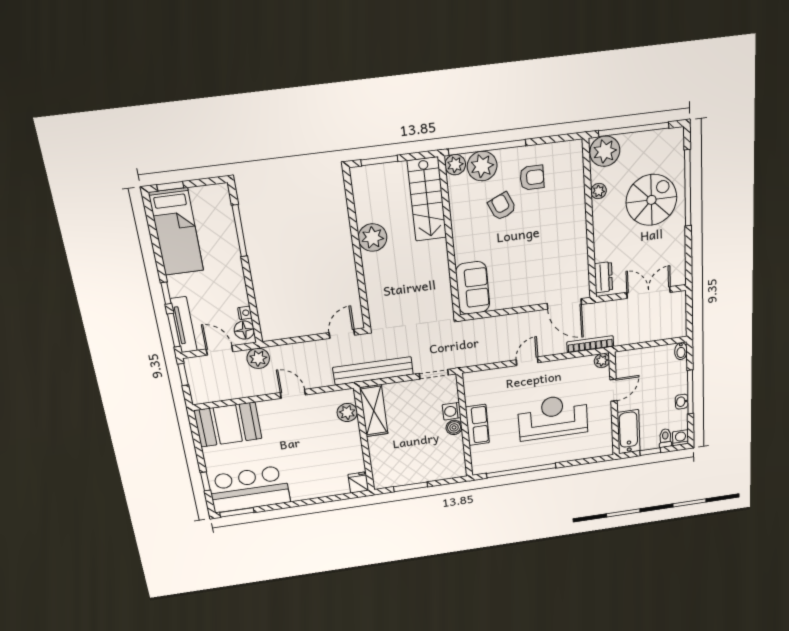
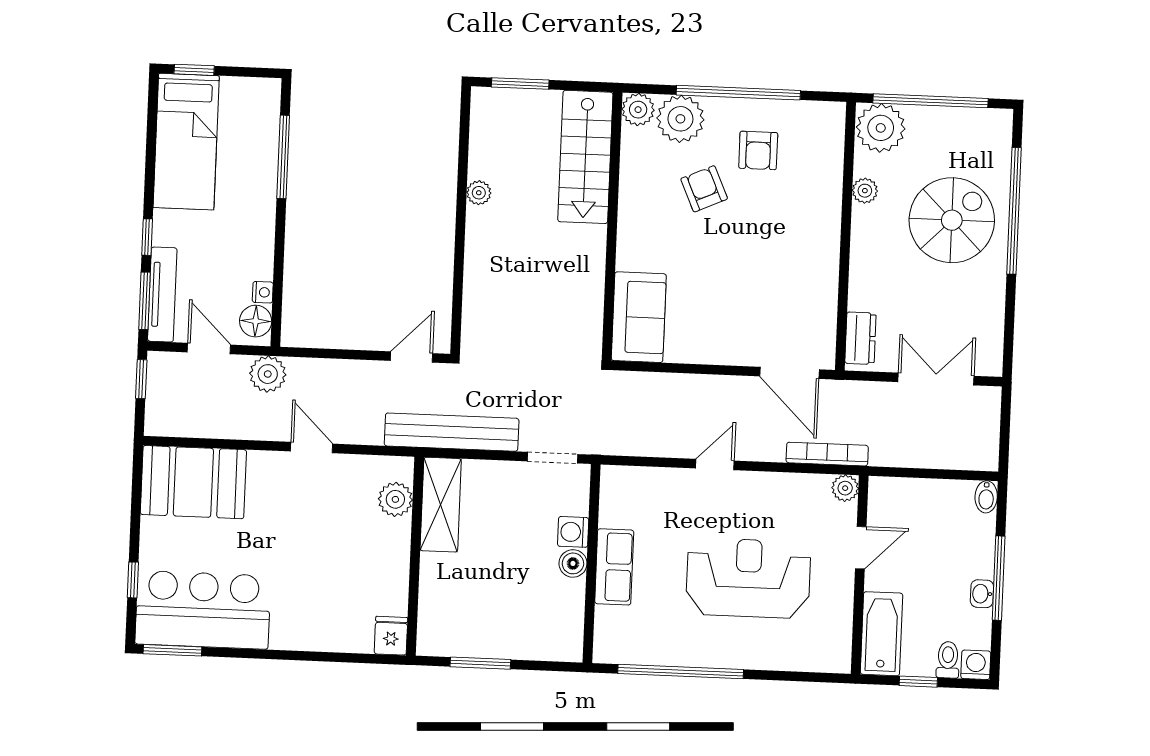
window: (487, 147) -> (738, 93), moved
armchair: (532, 178) -> (758, 150), turned 90
plant: (373, 238) -> (479, 193), width x0.53, depth x0.53

